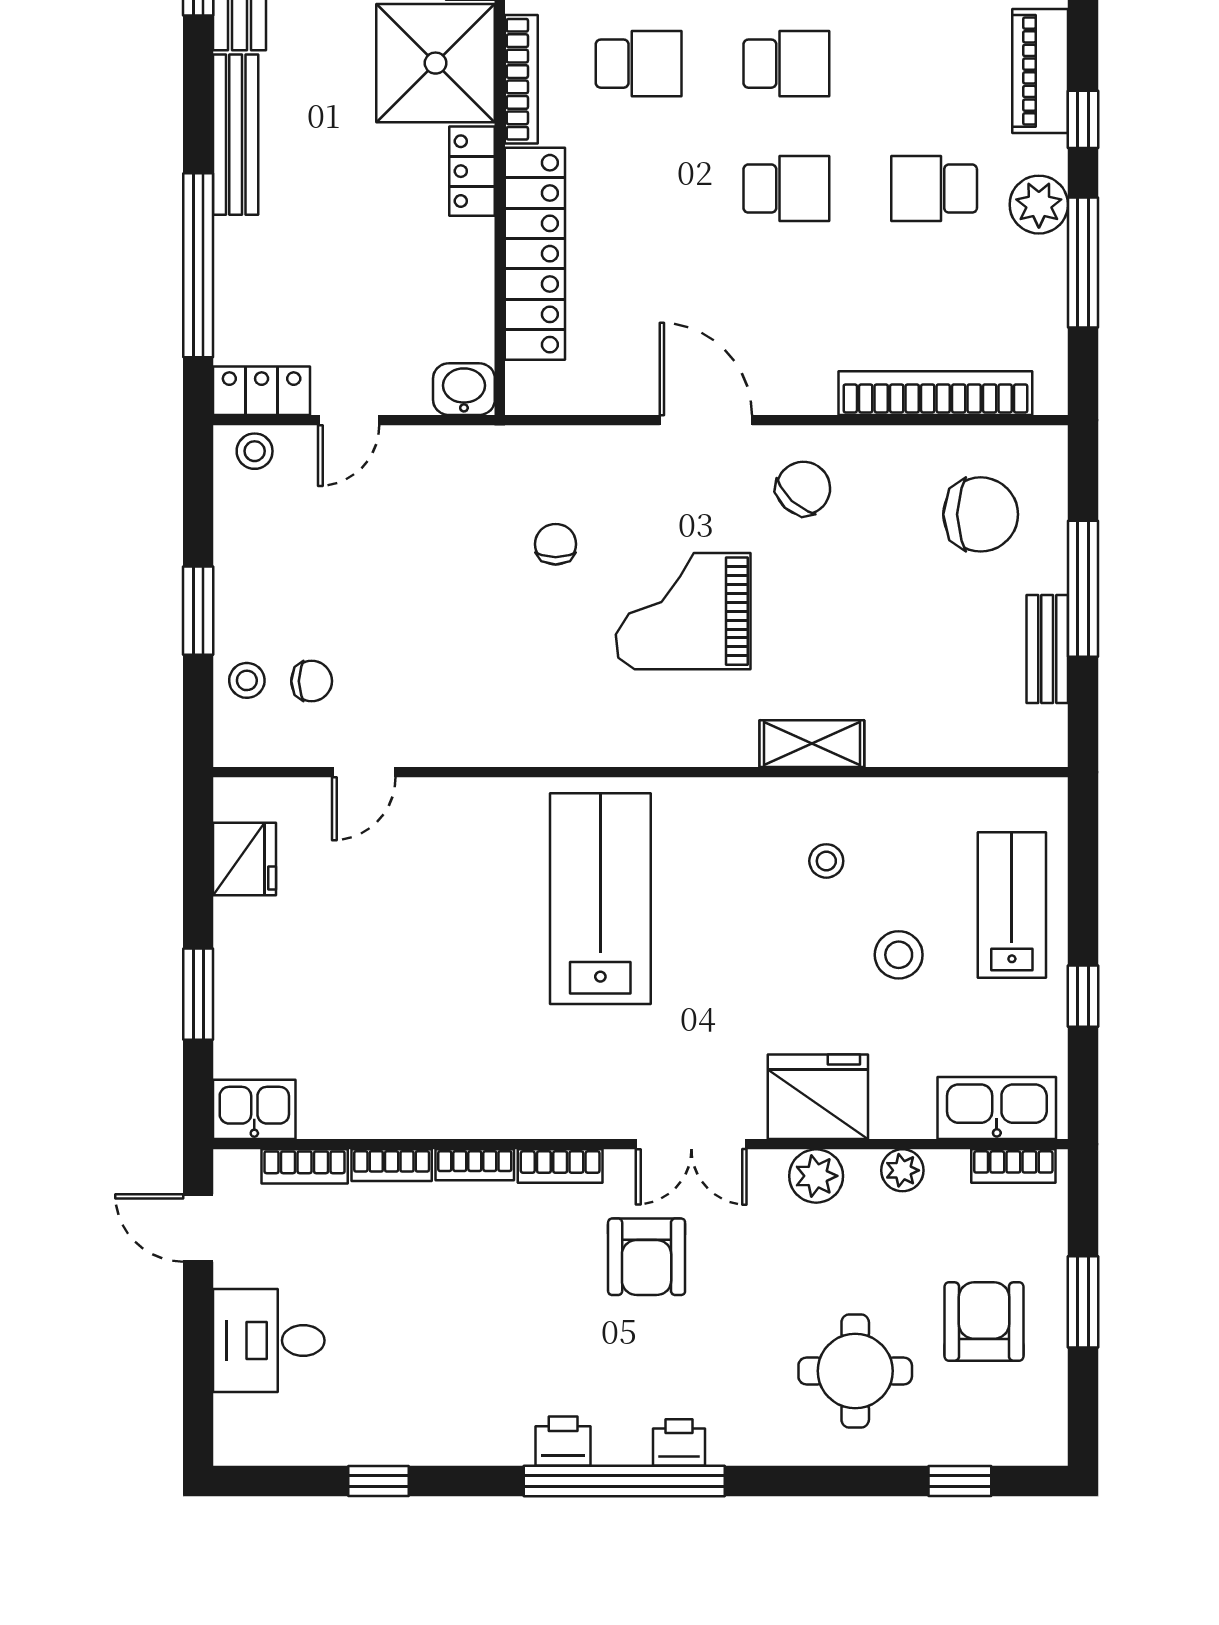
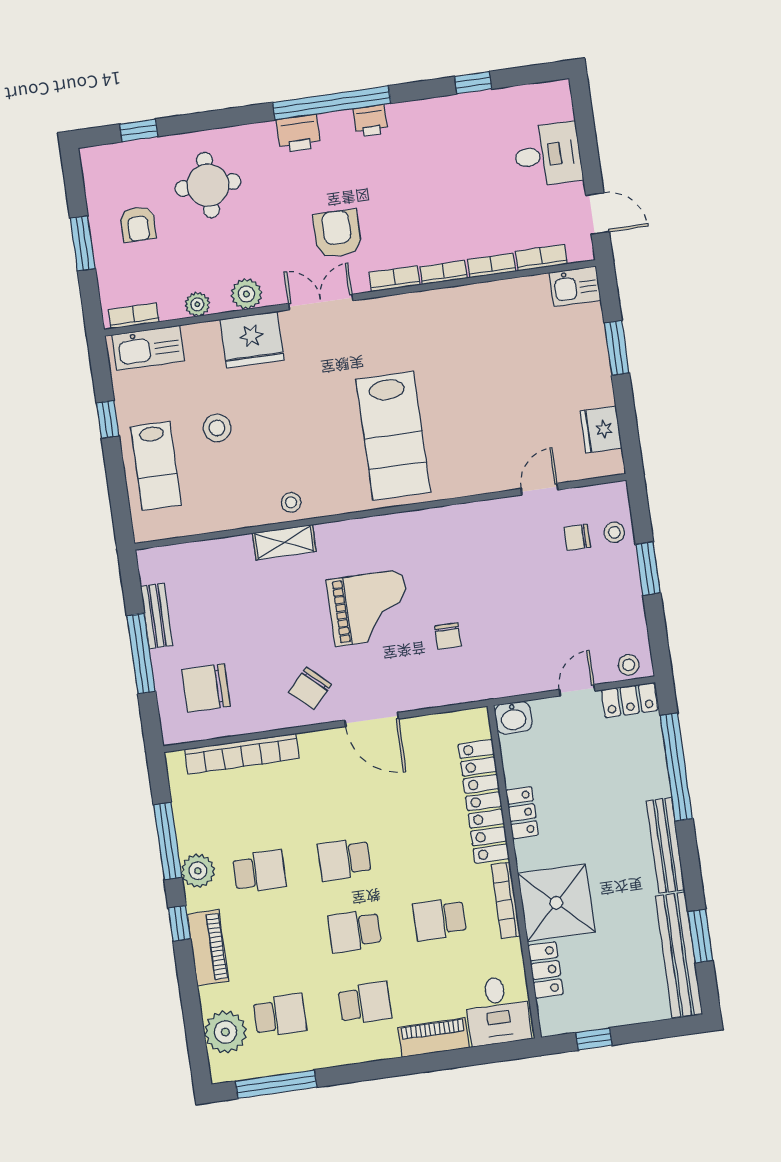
locker: (472, 171) -> (522, 813), moved
stool: (826, 861) -> (291, 502), moved
armchair: (984, 1322) -> (138, 224), width x0.72, depth x0.72
printer: (679, 1442) -> (299, 134), width x1.36, depth x1.24

